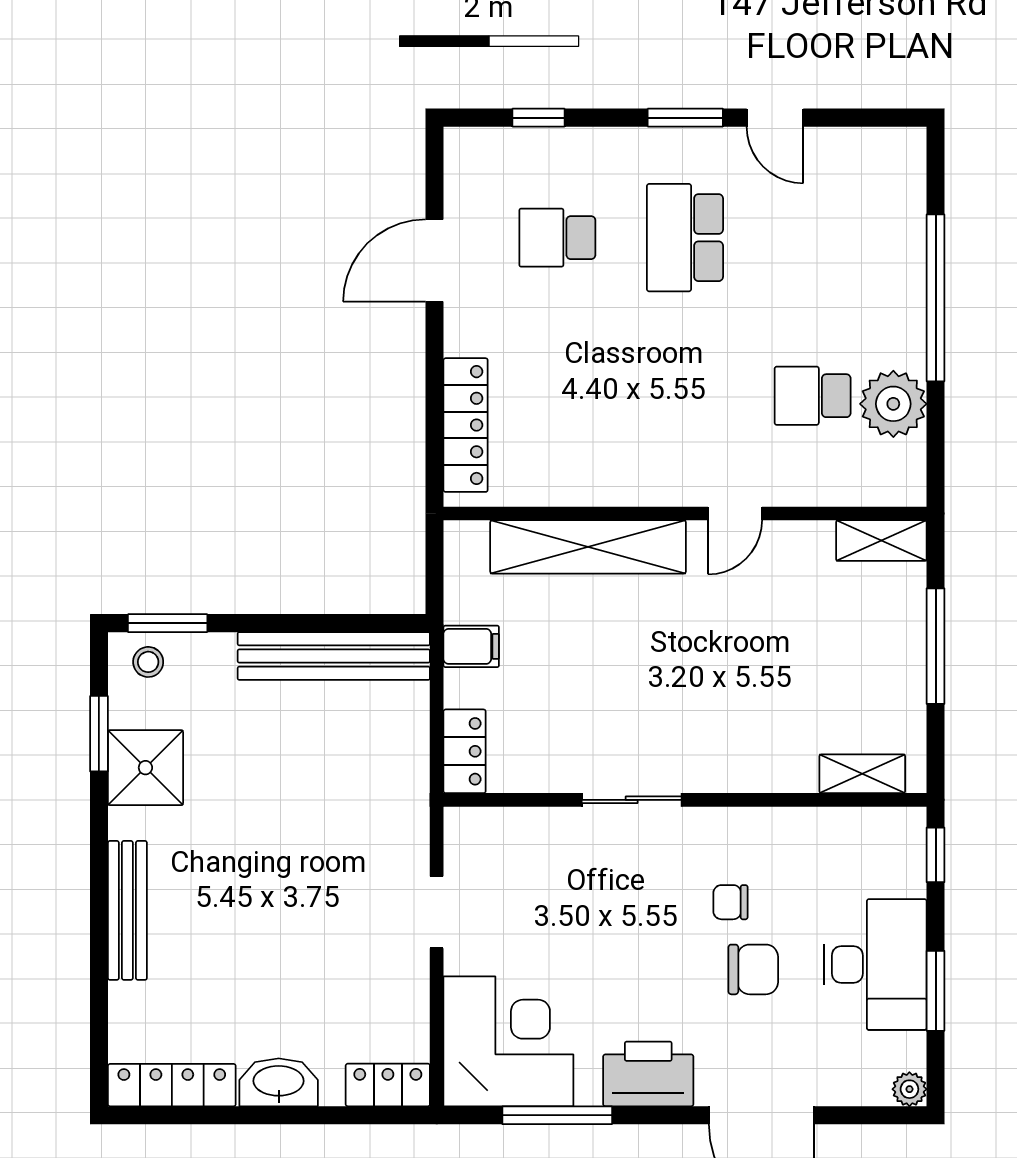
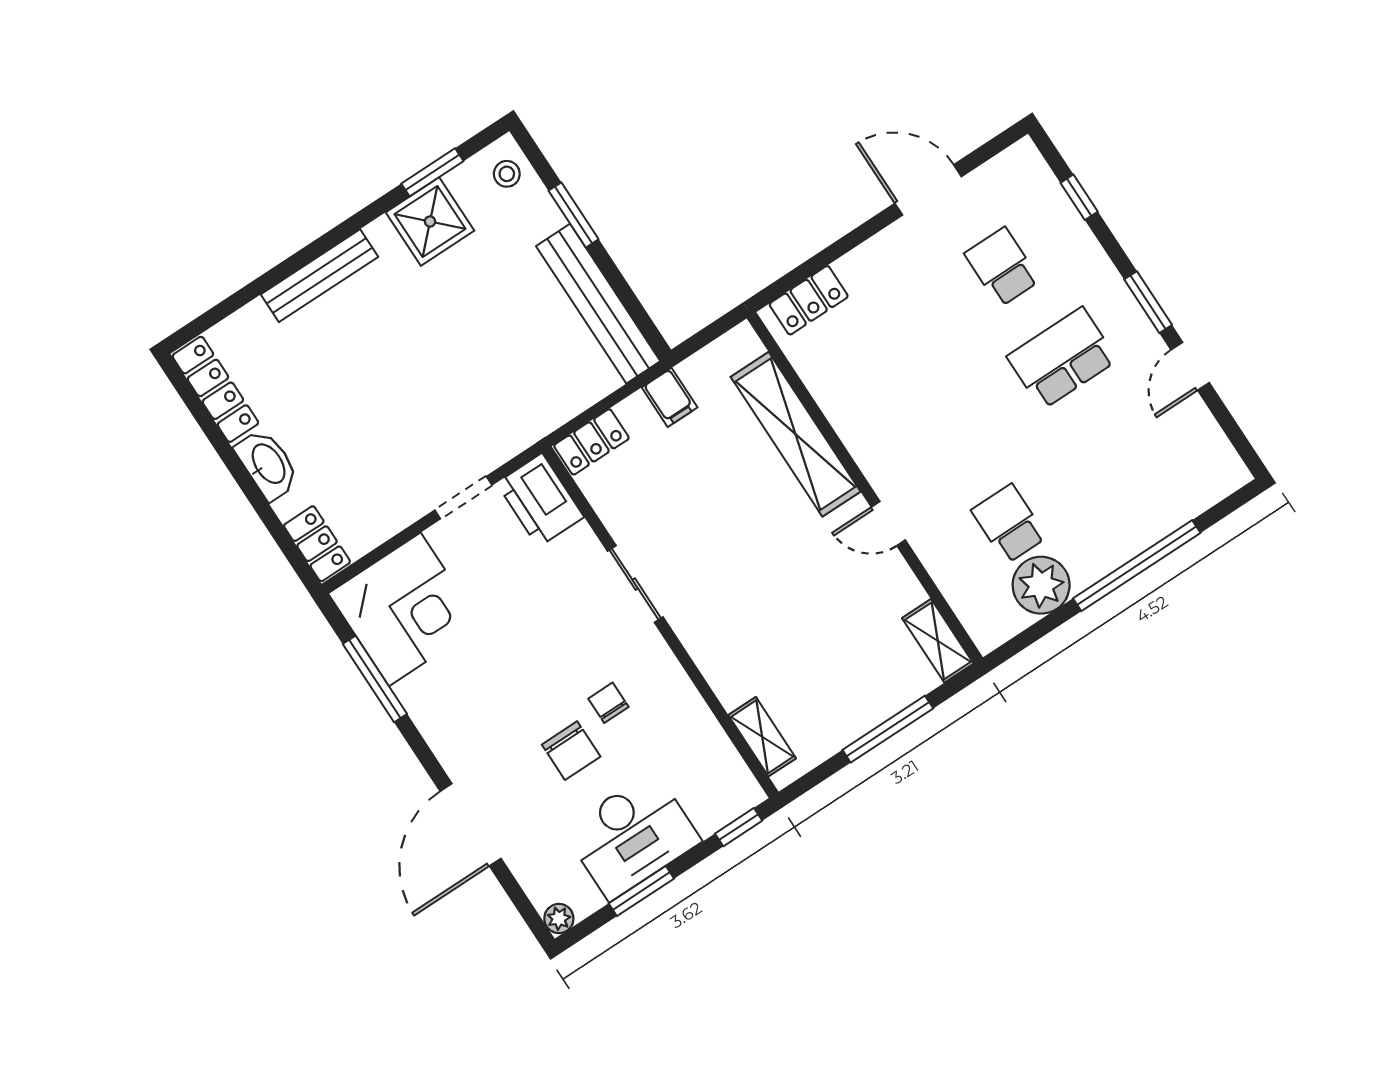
locker: (466, 425) -> (809, 300), width x0.66
window: (168, 623) -> (574, 215), moved
printer: (648, 1074) -> (540, 500), moved, turned 180

